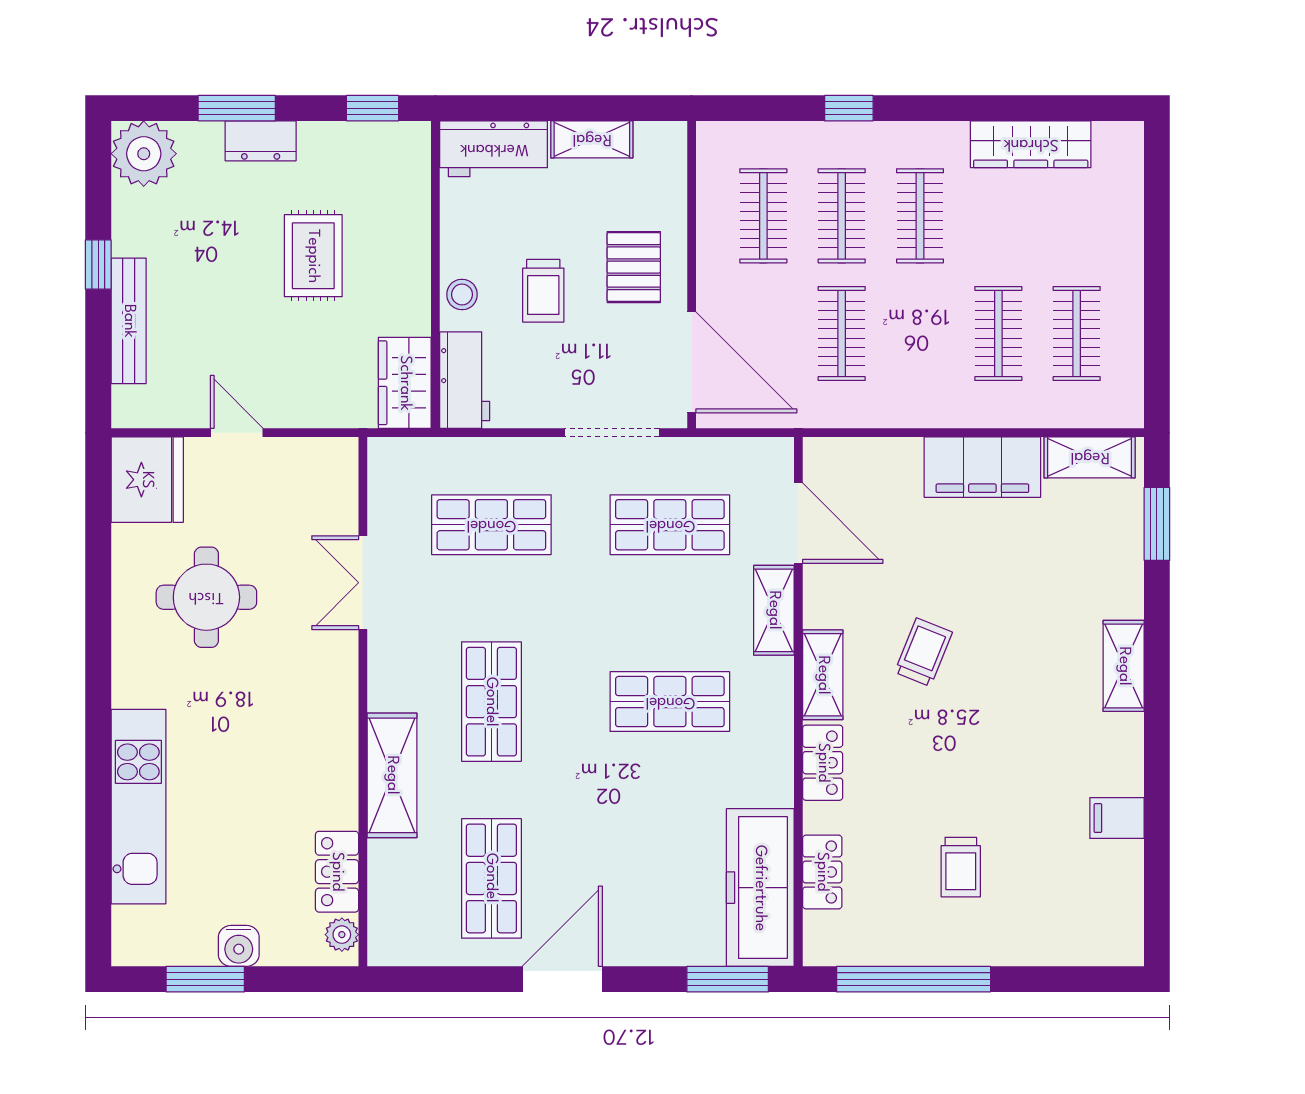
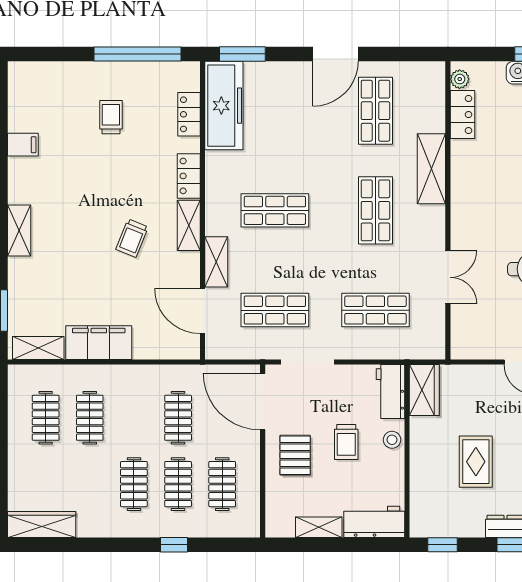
wardrobe: (1031, 144) -> (42, 524), moved
trolley: (543, 291) -> (346, 442), turned 180

